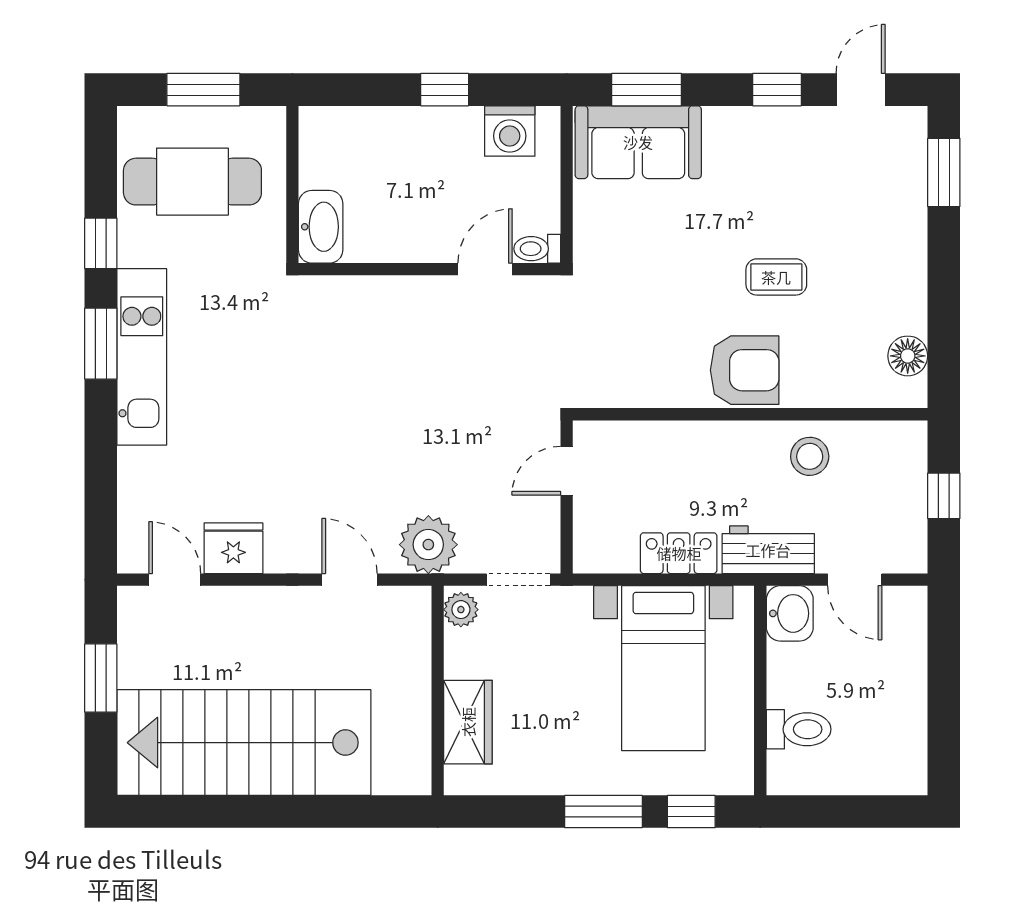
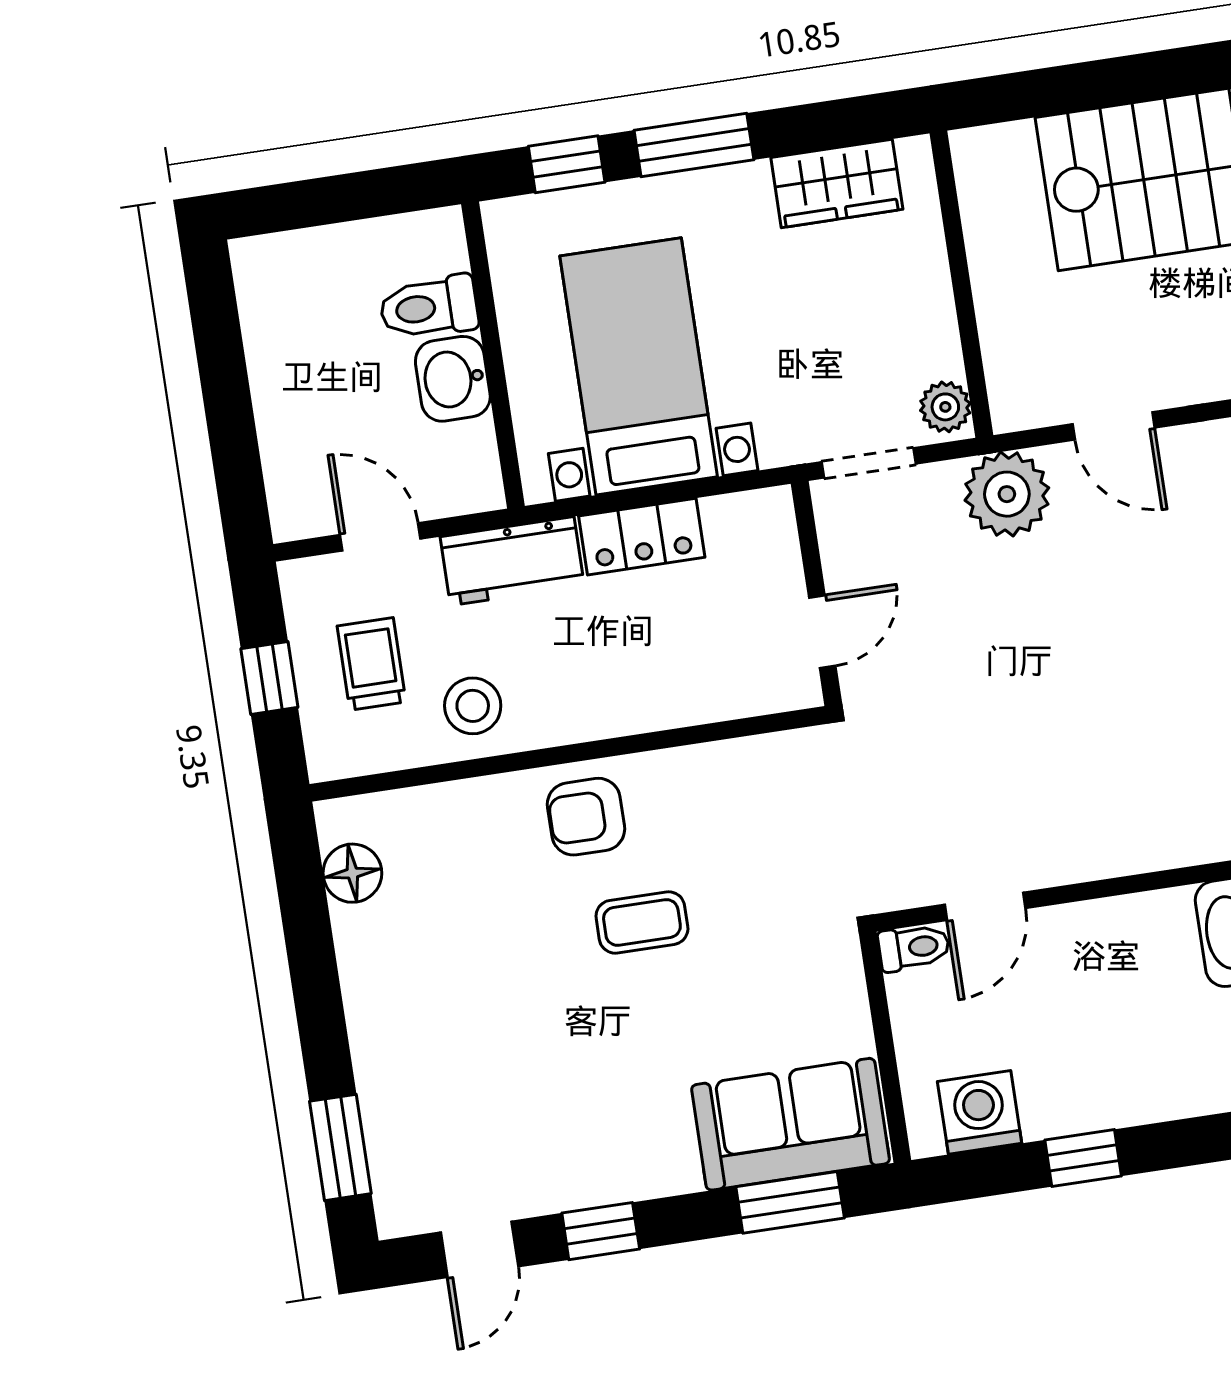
coffee table: (776, 277) -> (642, 922), moved
armchair: (745, 370) -> (586, 817), width x0.72, depth x0.72
trolley: (874, 495) -> (371, 664), added
washbasin: (790, 613) -> (453, 379), moved
wardrobe: (468, 722) -> (837, 183), moved, turned -90

